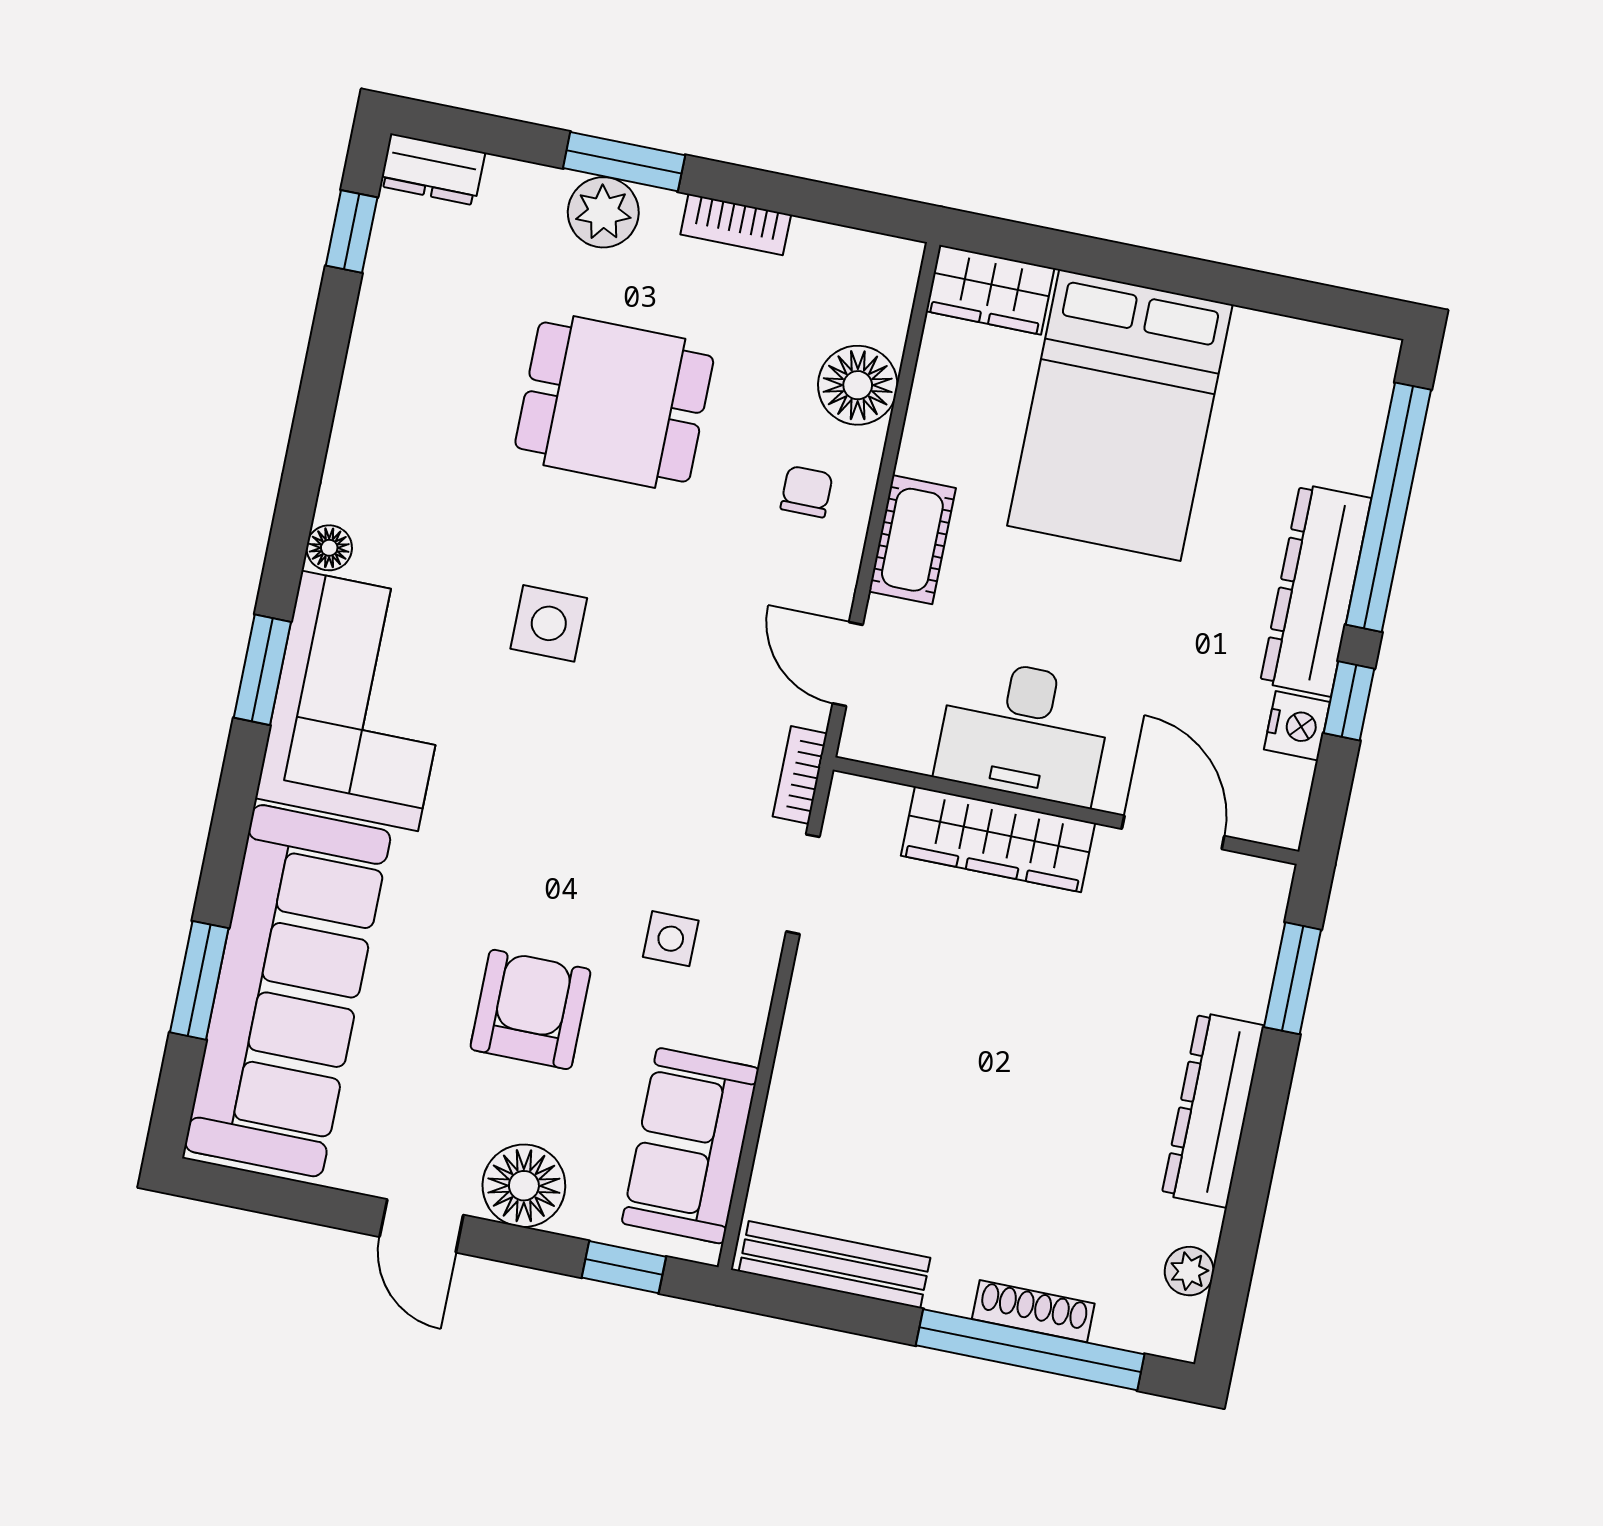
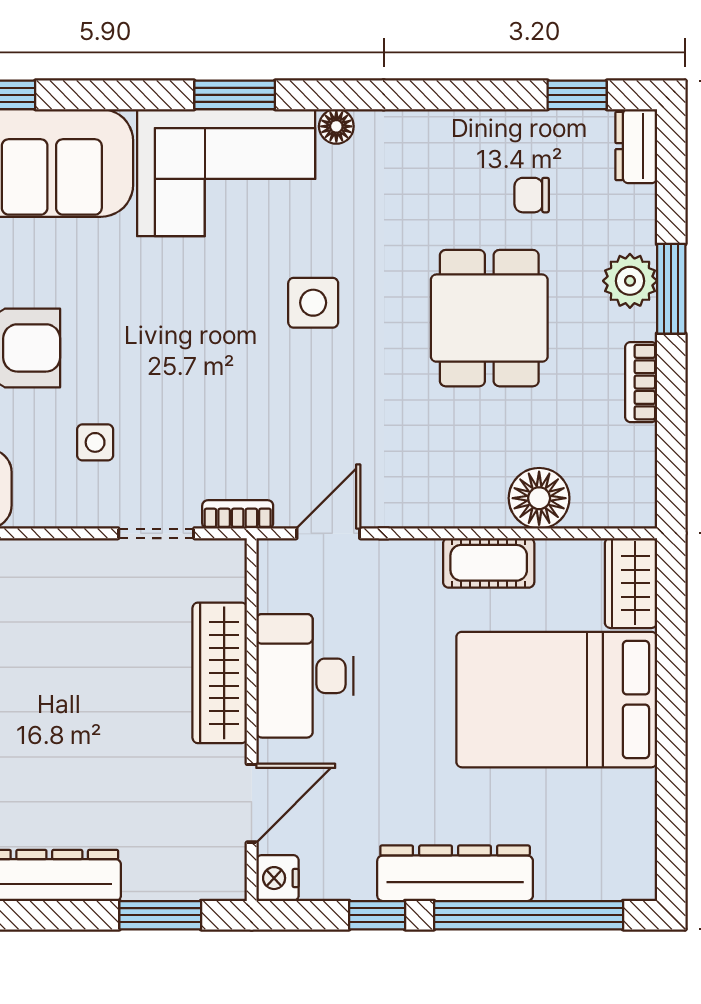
chair: (807, 492) -> (532, 195), moved, turned 180
cot: (912, 540) -> (489, 563), moved
nightstand: (1297, 726) -> (277, 878), moved, turned 90

